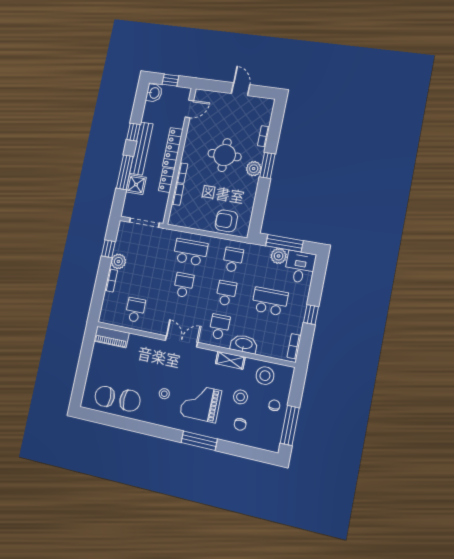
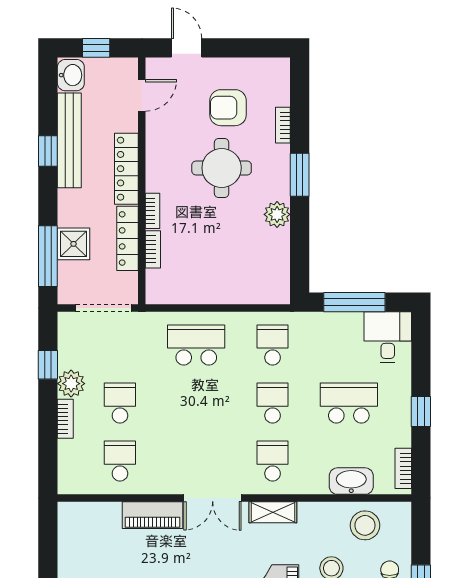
door: (241, 89) -> (187, 48), moved
bench: (141, 149) -> (69, 140), moved
plant: (254, 169) -> (277, 214), moved
window: (125, 172) -> (48, 256), moved
locker: (167, 180) -> (128, 238), width x1.53
armchair: (226, 221) -> (228, 108), moved
plant: (279, 256) -> (349, 325), removed
school desk: (184, 285) -> (120, 403), moved
piano: (111, 337) -> (153, 515), moved
double door: (181, 341) -> (213, 498), swing flipped
washbasin: (244, 344) -> (351, 481), moved
shelving: (230, 360) -> (273, 512), moved

